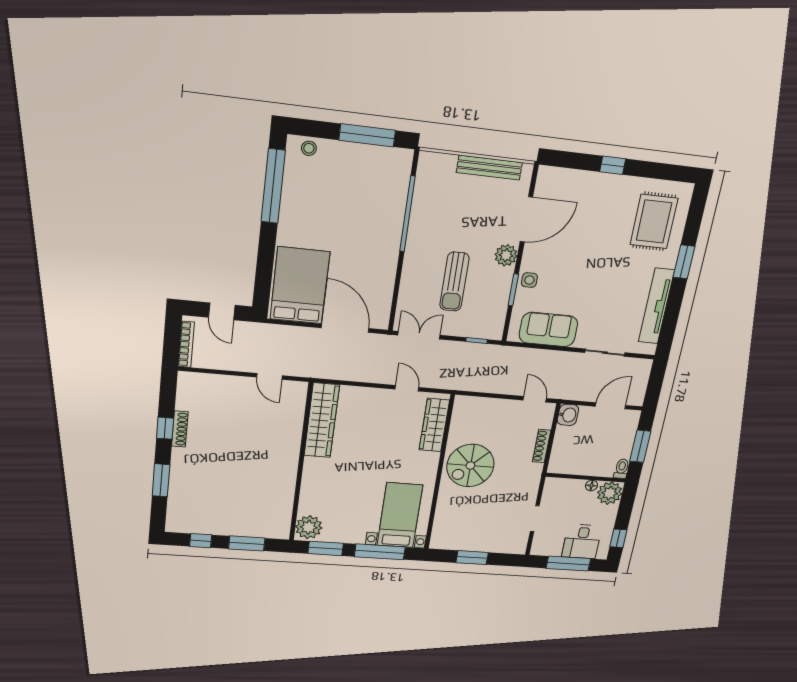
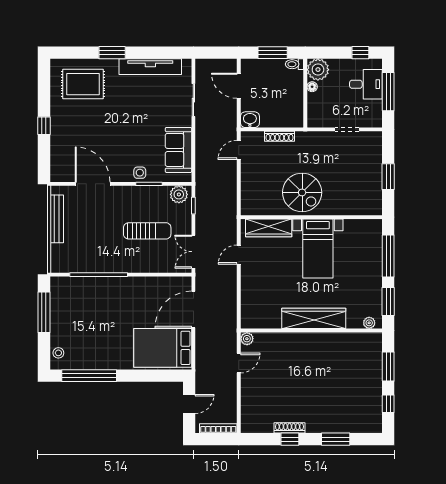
plant: (506, 255) -> (179, 194), moved
plant: (300, 389) -> (247, 339), added
wardrobe: (322, 420) -> (314, 318), moved
bed with nightstands: (400, 515) -> (318, 249), moved, turned -90
plant: (309, 527) -> (369, 323), width x0.53, depth x0.53

